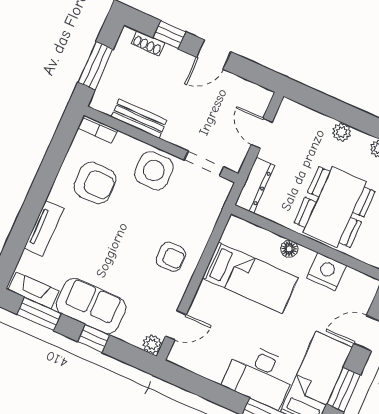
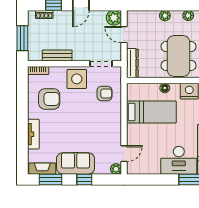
plant: (258, 99) -> (114, 18), added
armchair: (171, 257) -> (104, 93), moved

